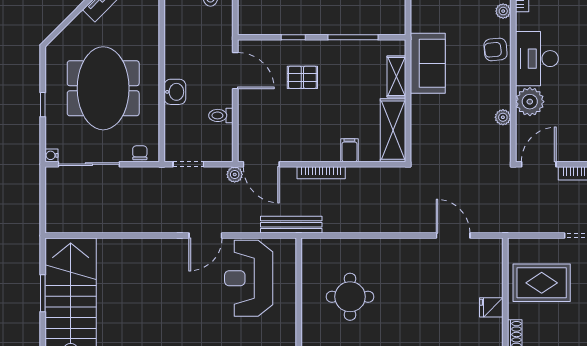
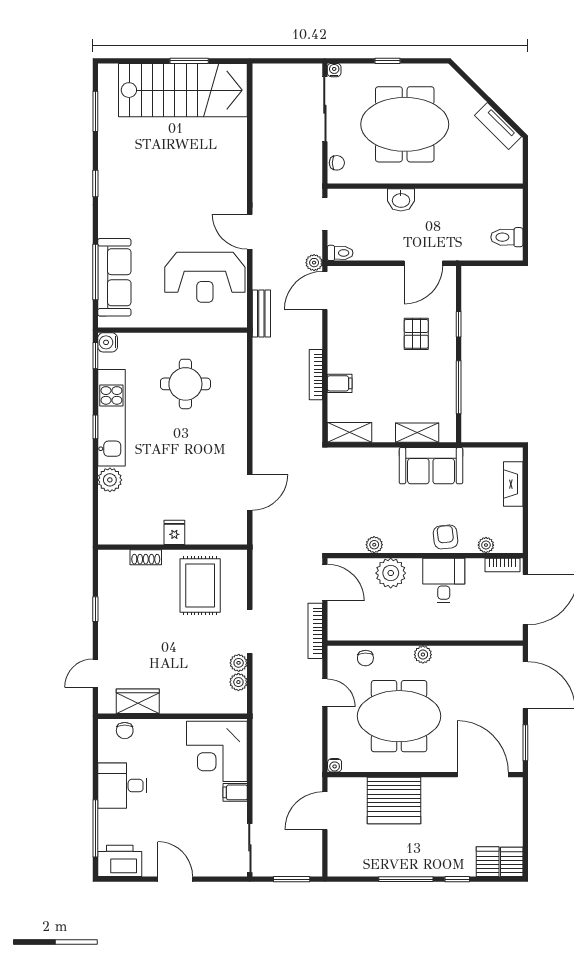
desk: (537, 59) -> (444, 580), width x0.73
toilet: (221, 115) -> (340, 253), moved, turned 90
shelving: (393, 130) -> (350, 432), width x0.67, depth x0.75
bookcase: (321, 173) -> (316, 375), moved
bench: (291, 225) -> (261, 314), width x0.73
reception desk: (249, 278) -> (205, 277), turned 180

